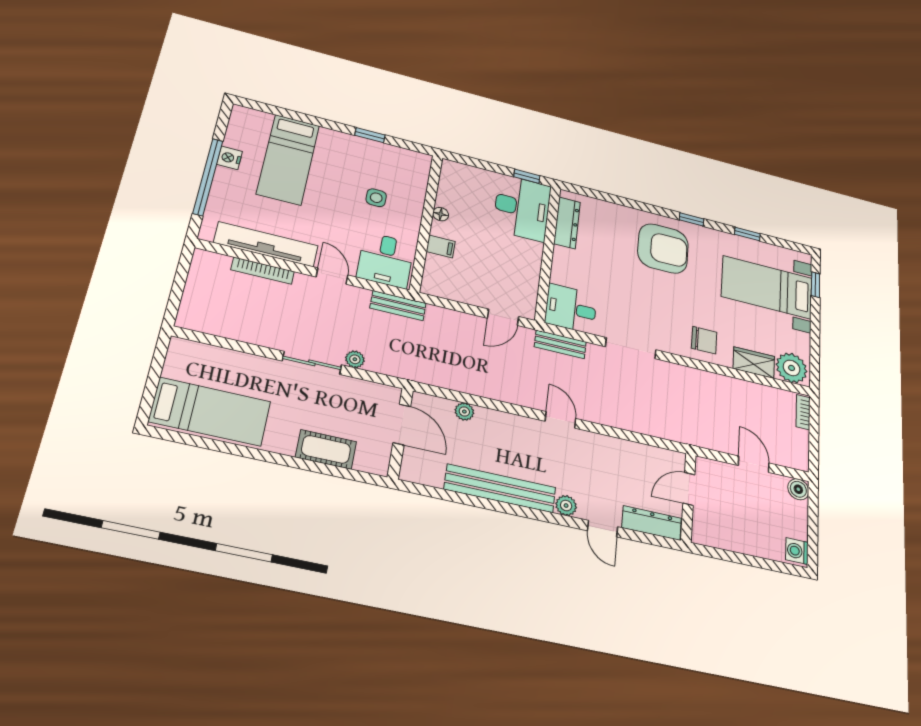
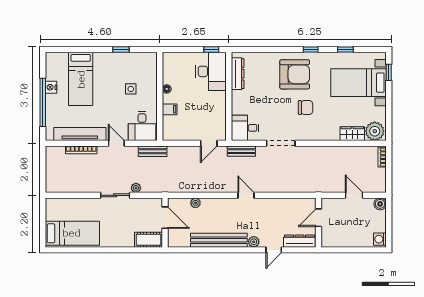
chair: (704, 340) -> (306, 108), moved
cot: (326, 449) -> (149, 240), moved
door: (603, 529) -> (274, 250), hinge flipped

